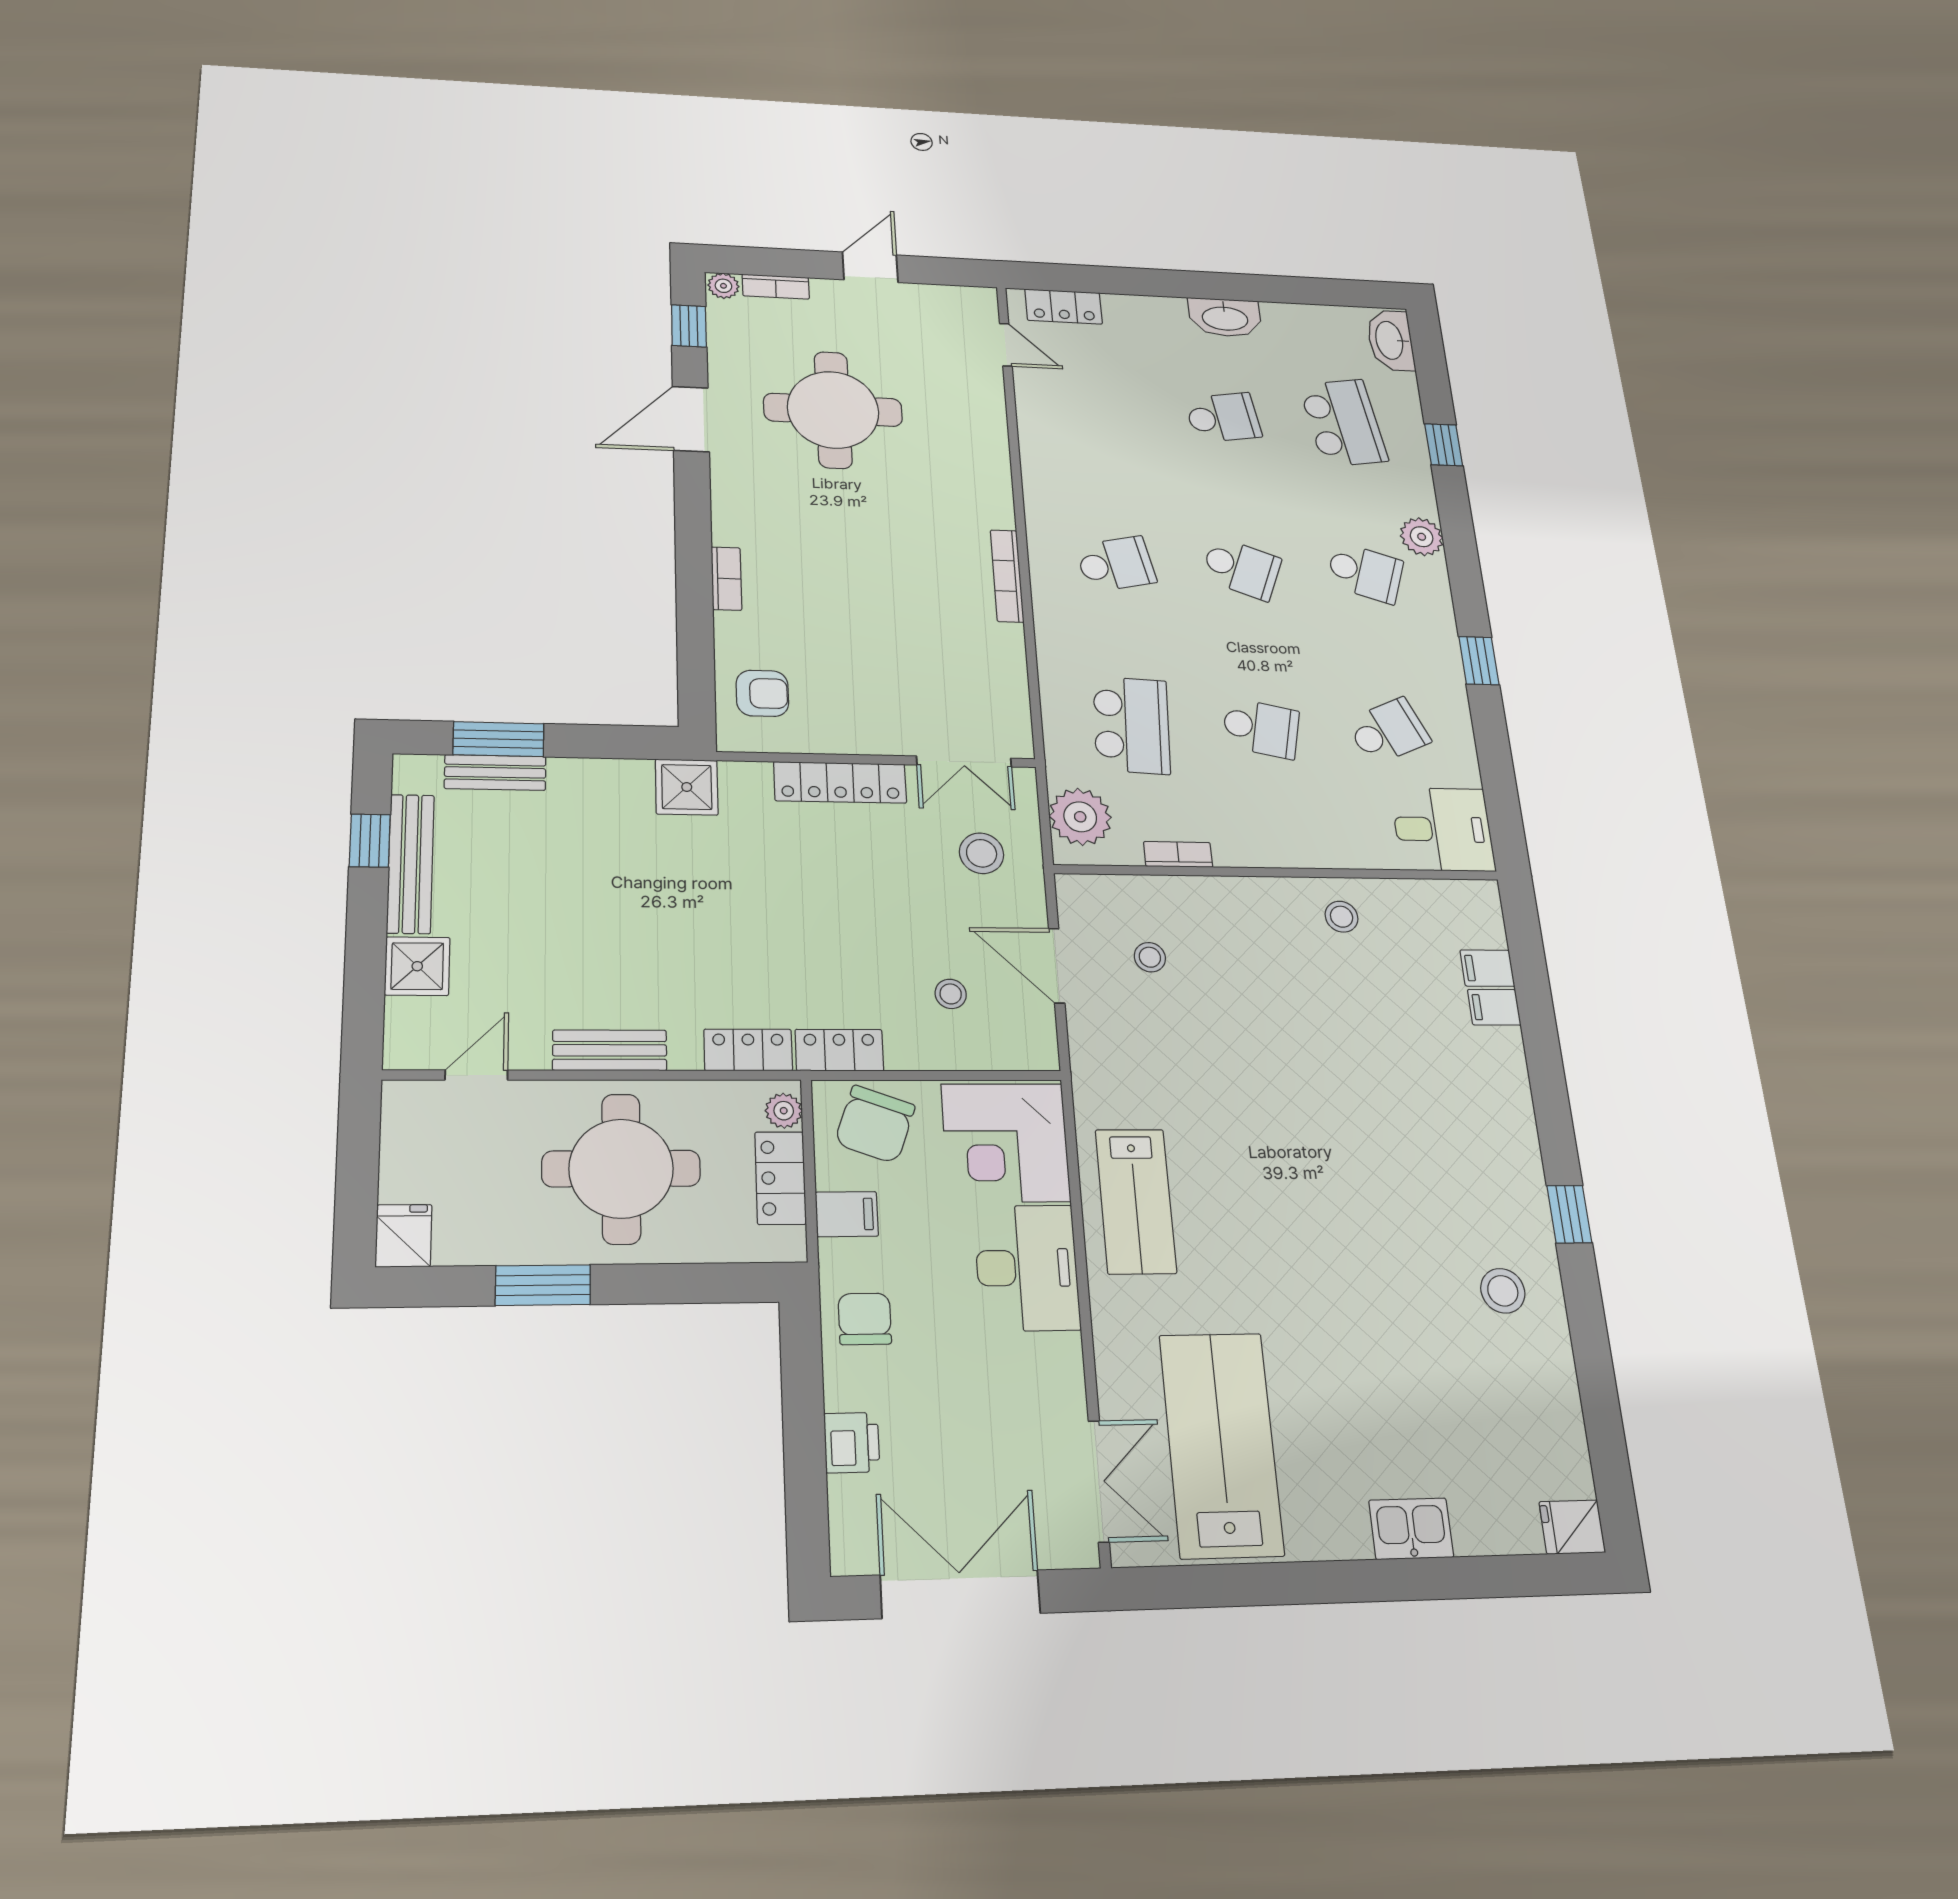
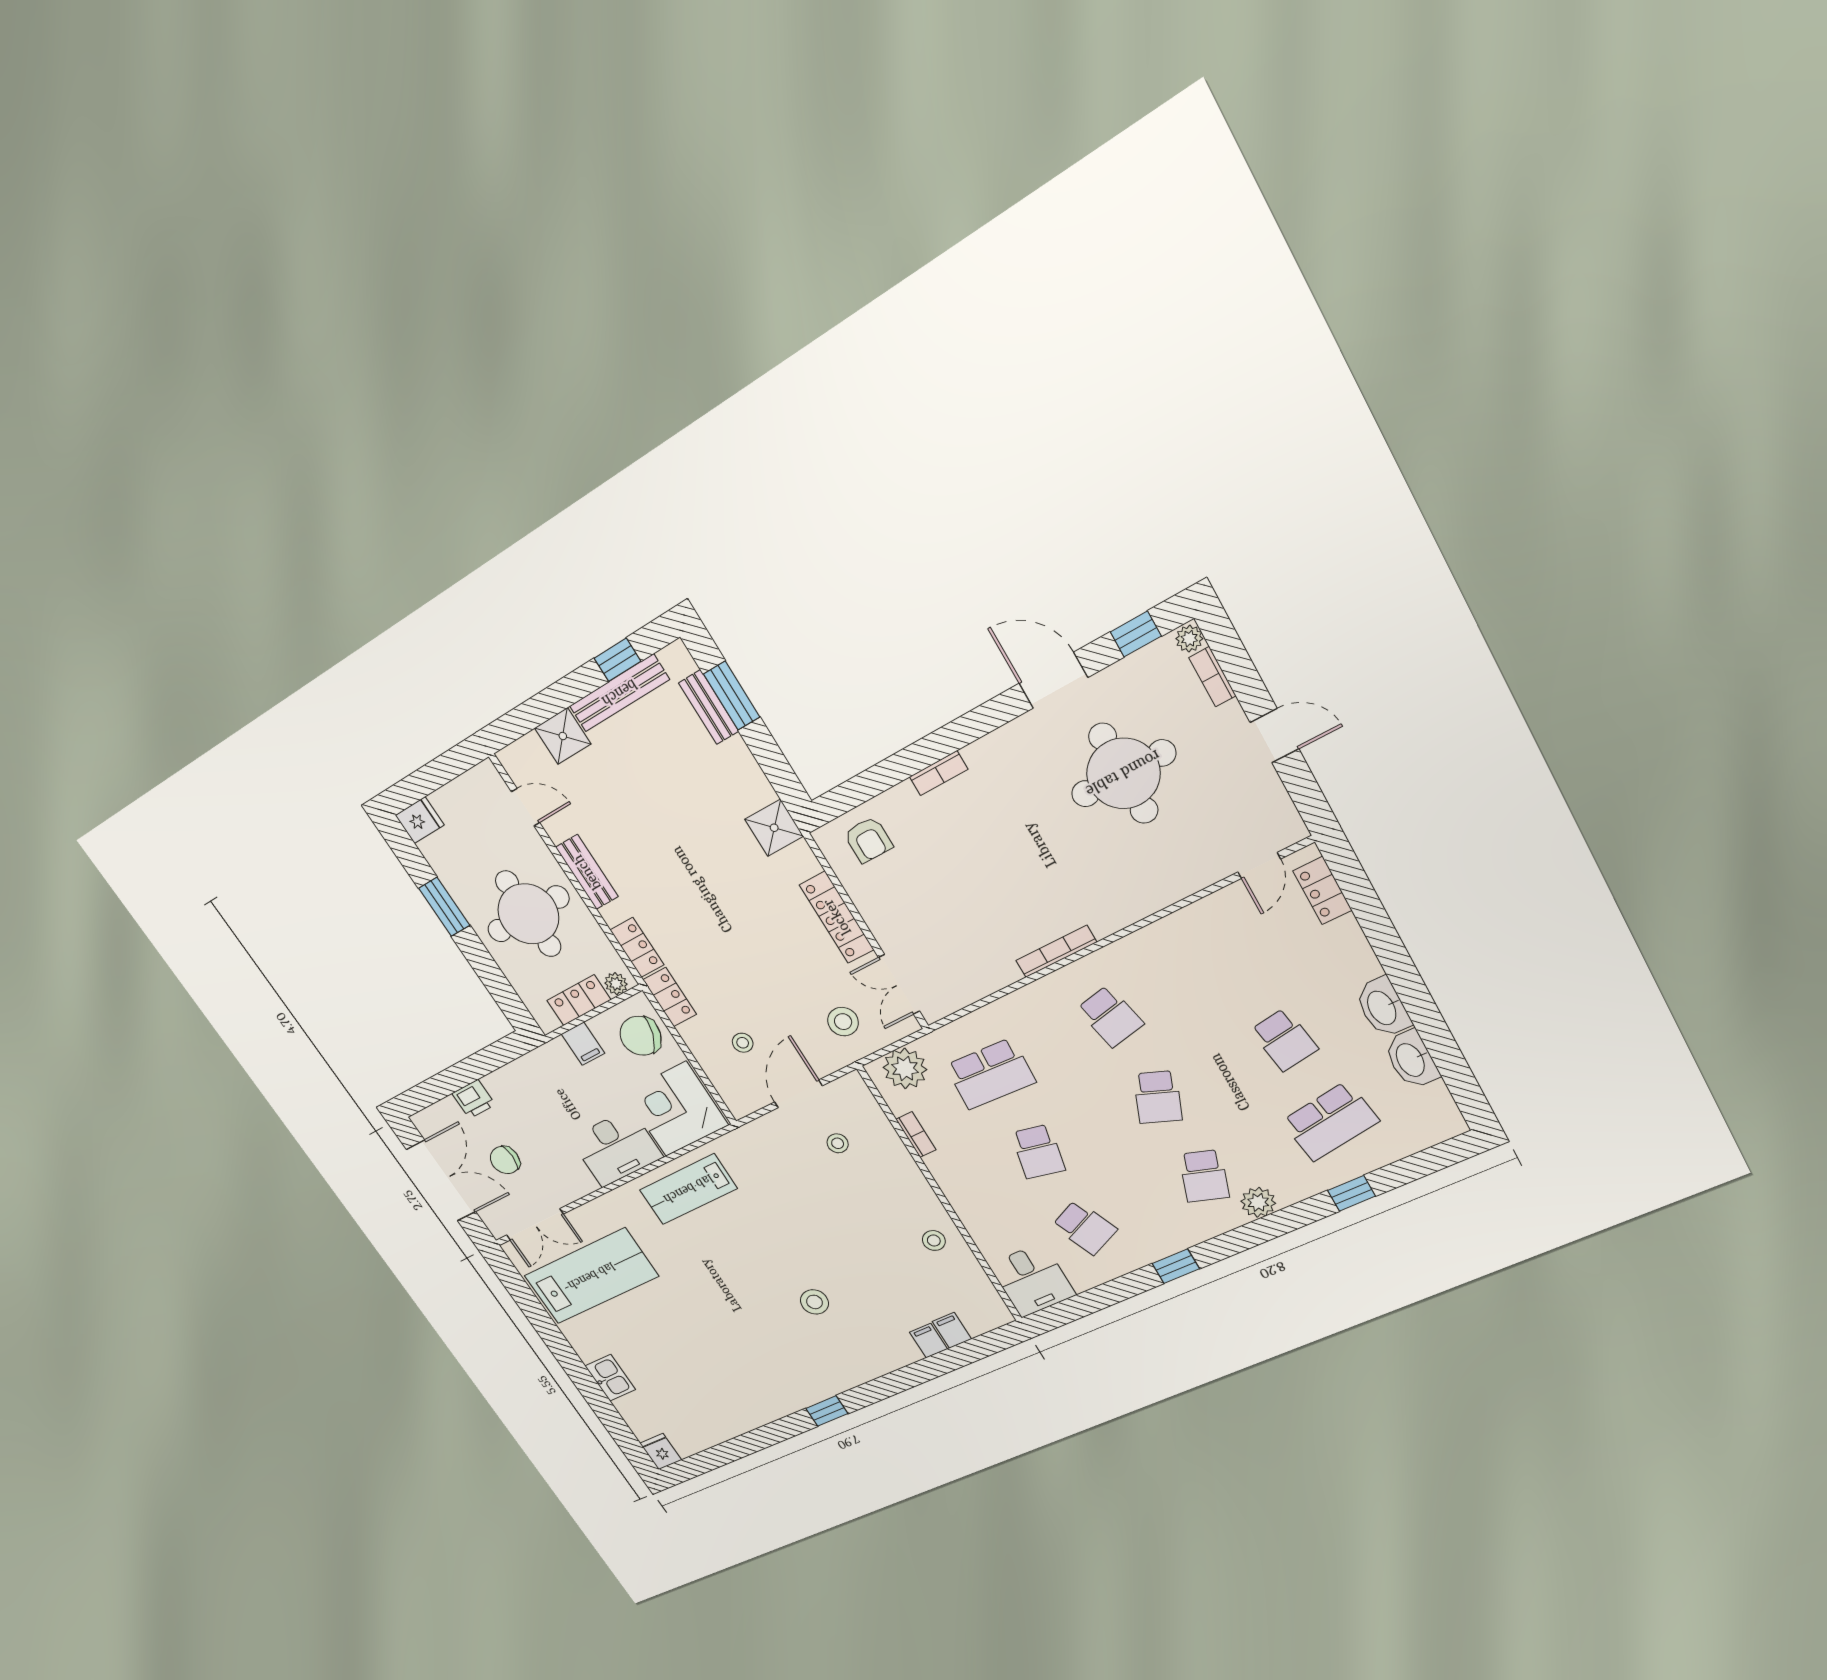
washbasin: (1390, 340) -> (1411, 1060), moved, turned -90
stool: (1503, 1291) -> (814, 1302), moved
chair: (865, 1319) -> (505, 1160), moved, turned 180

